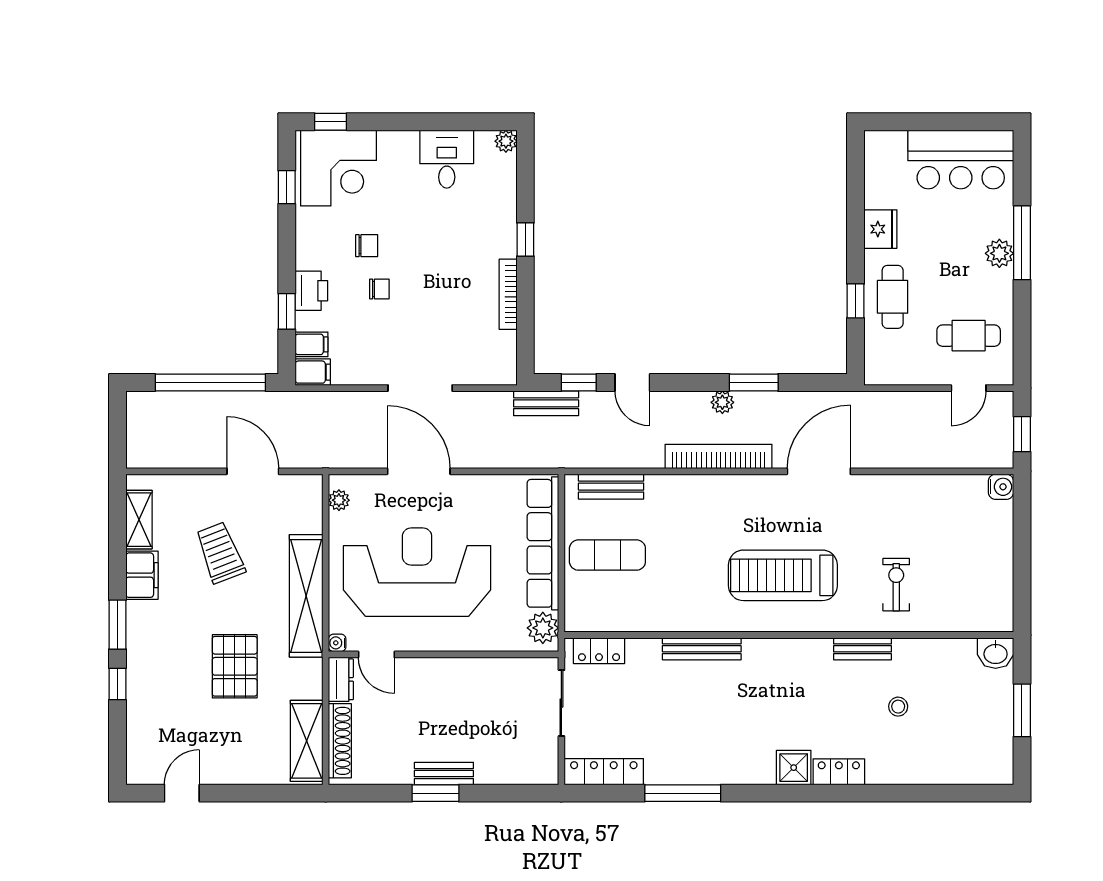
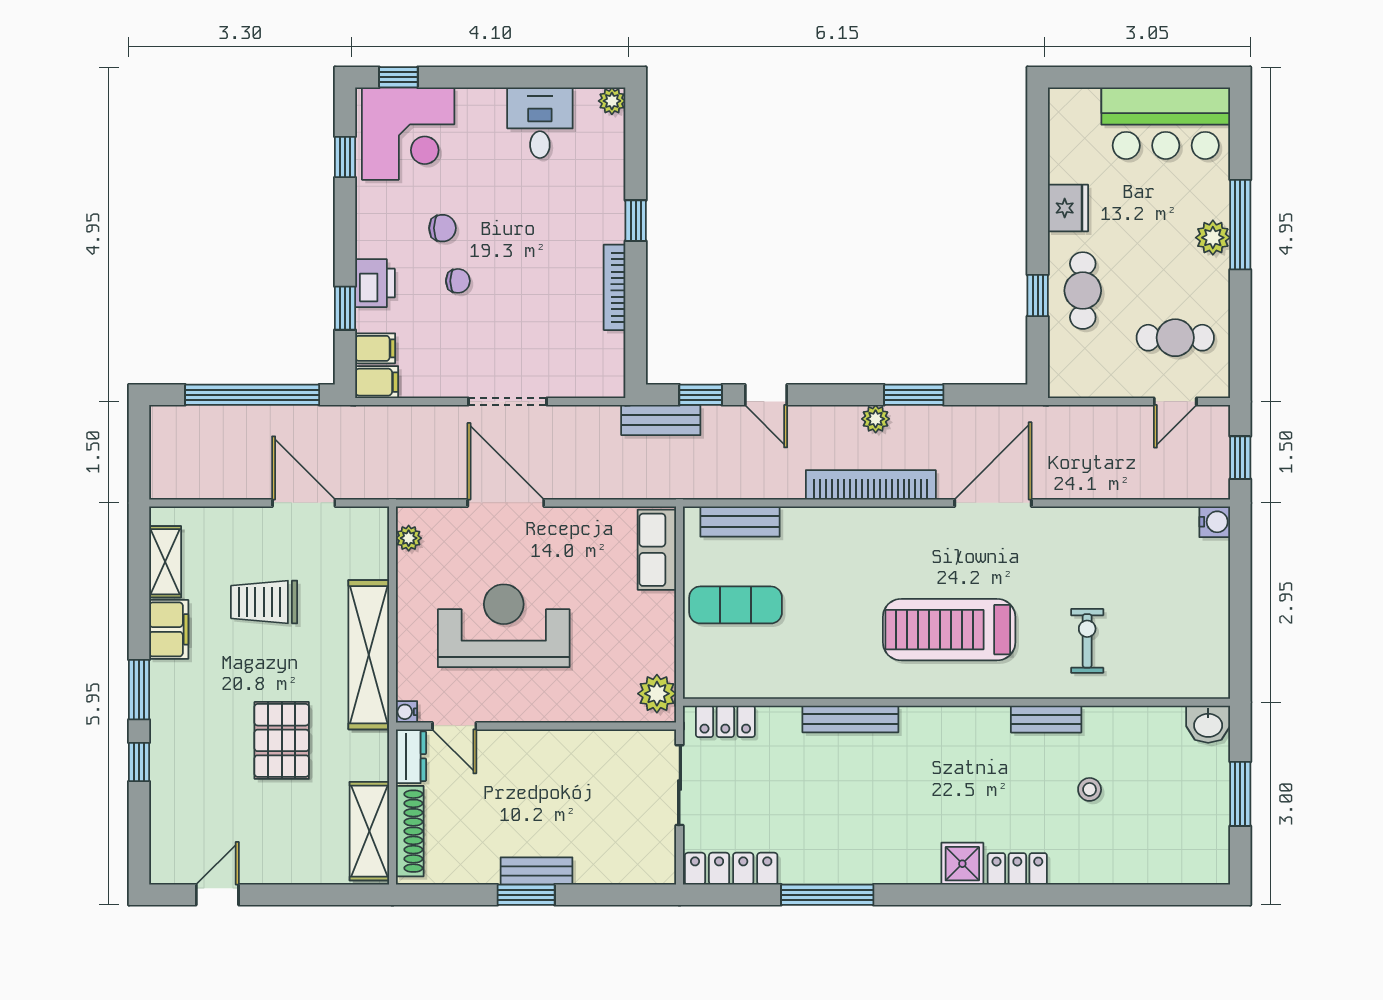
row of seats: (543, 543) -> (657, 550), width x0.50
trolley: (220, 553) -> (264, 602), turned -69
reception desk: (417, 572) -> (504, 626), width x0.74, depth x0.77

